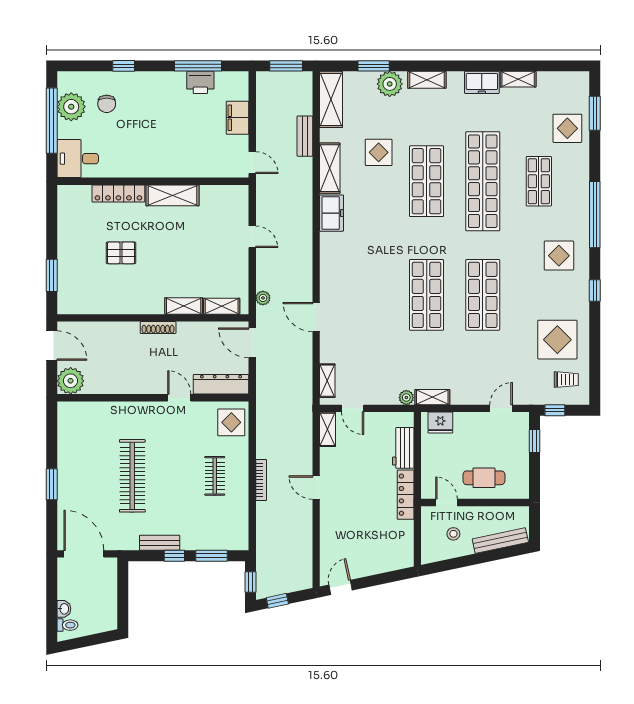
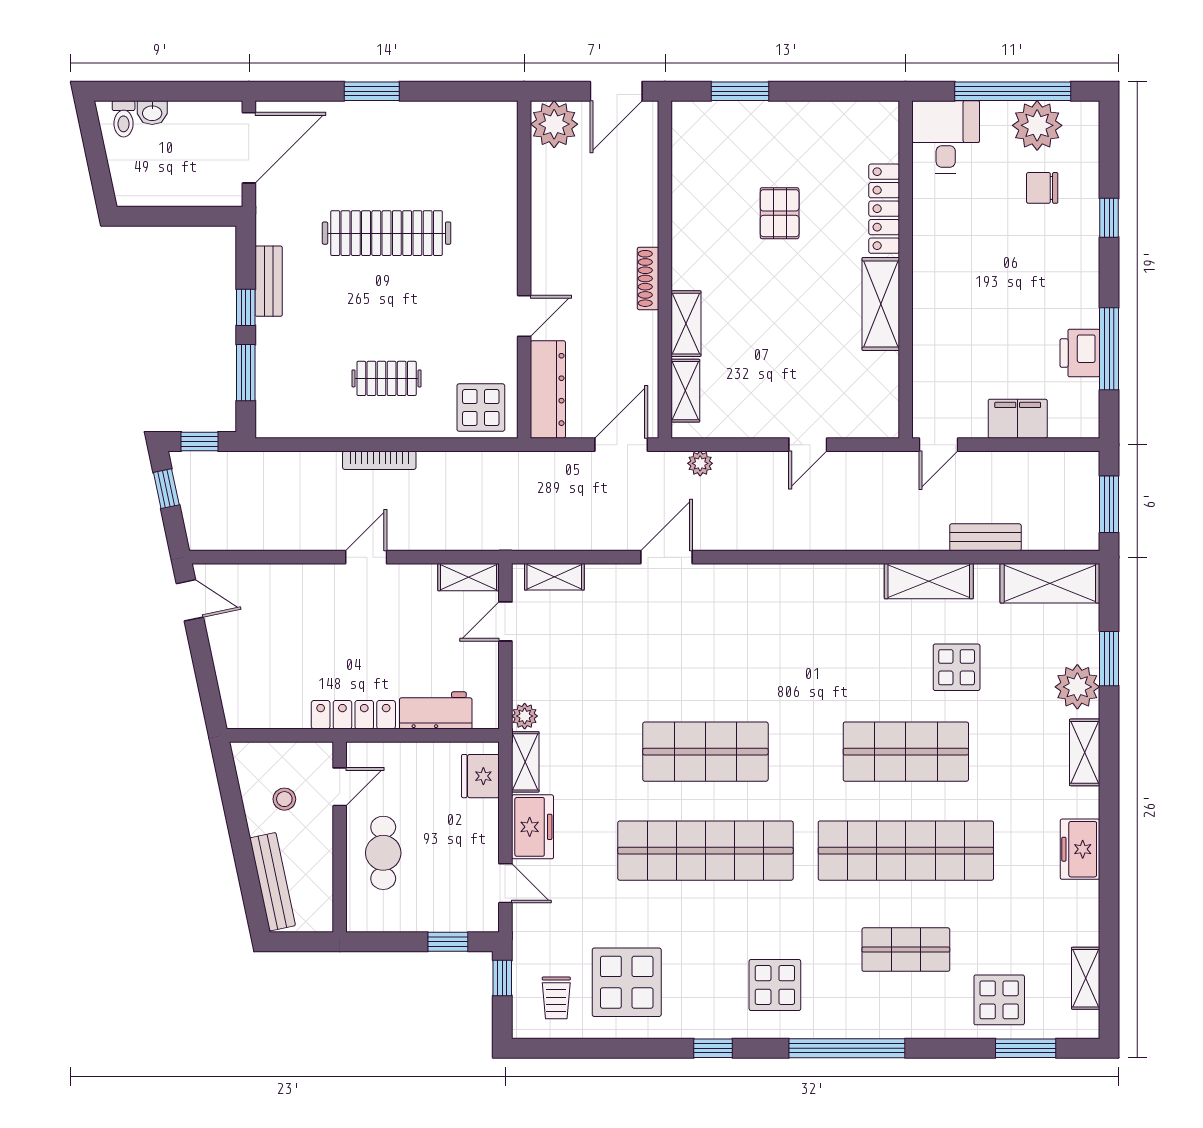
shelving: (518, 79) -> (1086, 978), moved
freezer: (332, 213) -> (533, 827), moved, turned -90
shop shelf: (483, 295) -> (705, 851), width x1.40

